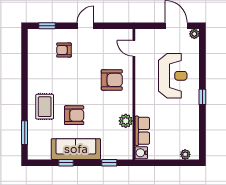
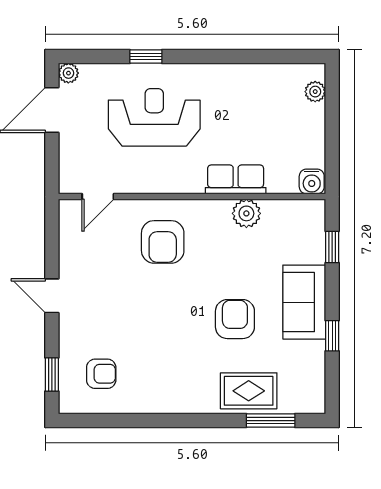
armchair: (64, 50) -> (101, 374), moved, turned -90
armchair: (112, 80) -> (163, 242), turned 180
window: (202, 97) -> (146, 56), moved
rug: (45, 107) -> (249, 391), moved
row of seats: (142, 131) -> (236, 179), moved
sofa: (76, 149) -> (304, 302), width x0.73

